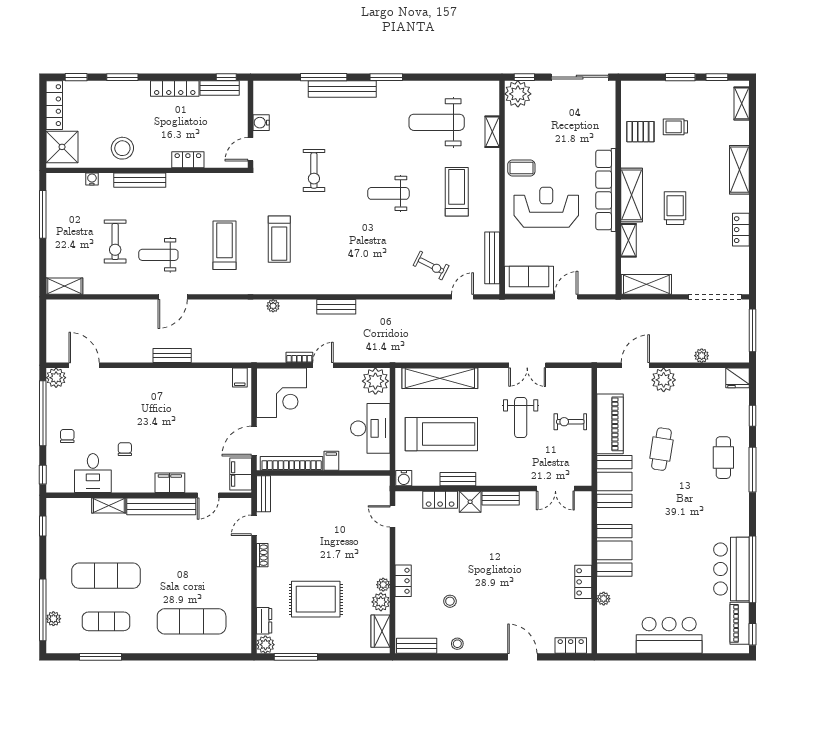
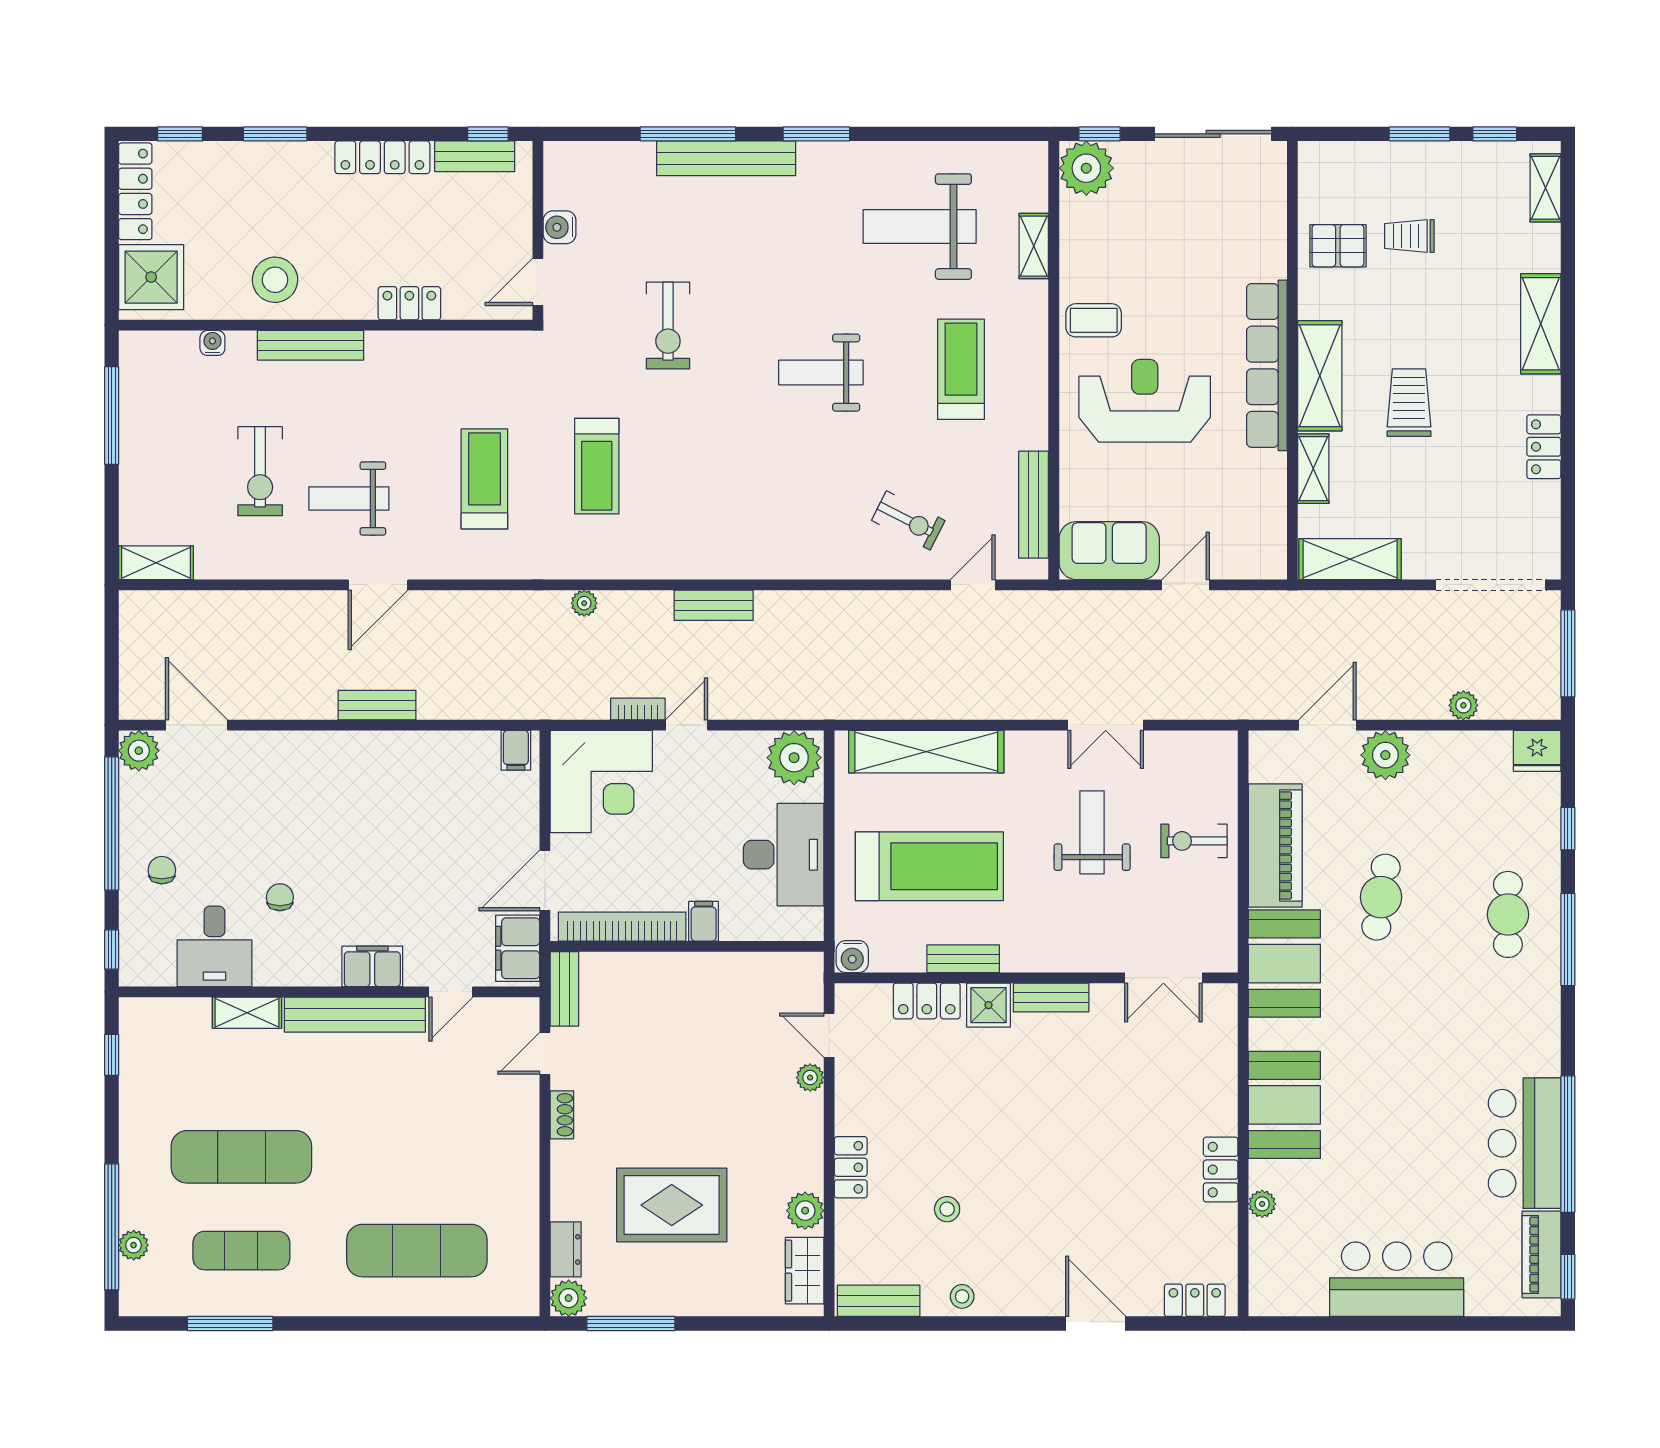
weight bench: (521, 417) -> (1092, 832), turned 180
plant: (383, 585) -> (810, 1078), moved

